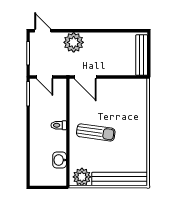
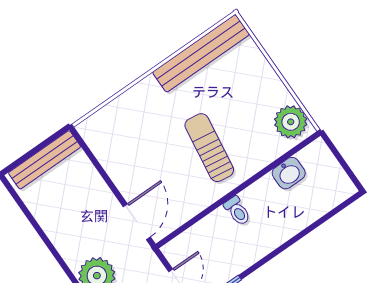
bench: (120, 179) -> (201, 53), moved, turned 90

